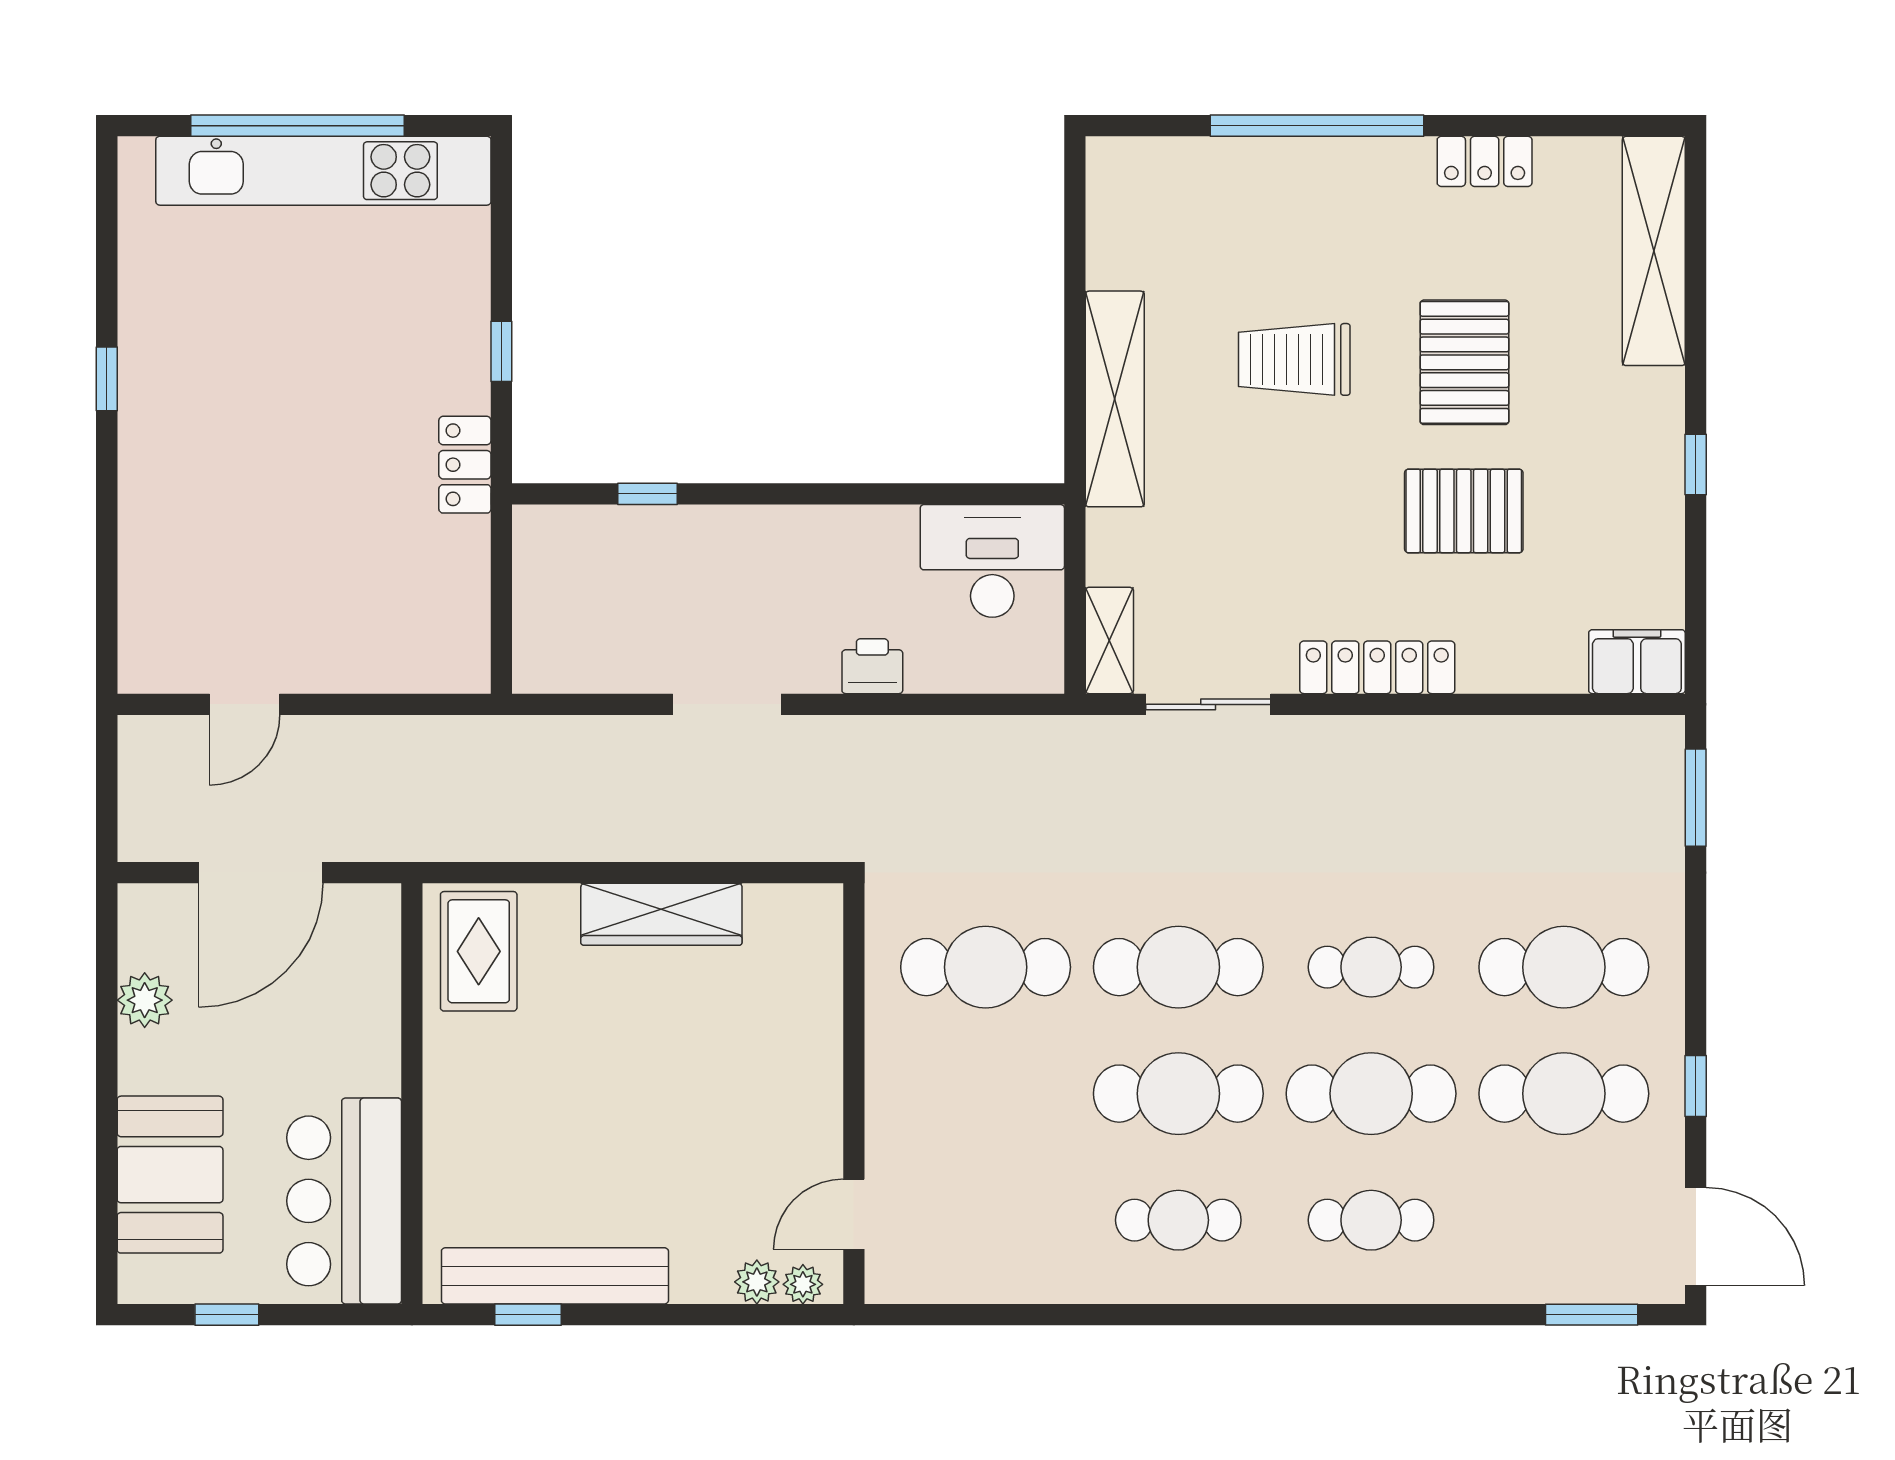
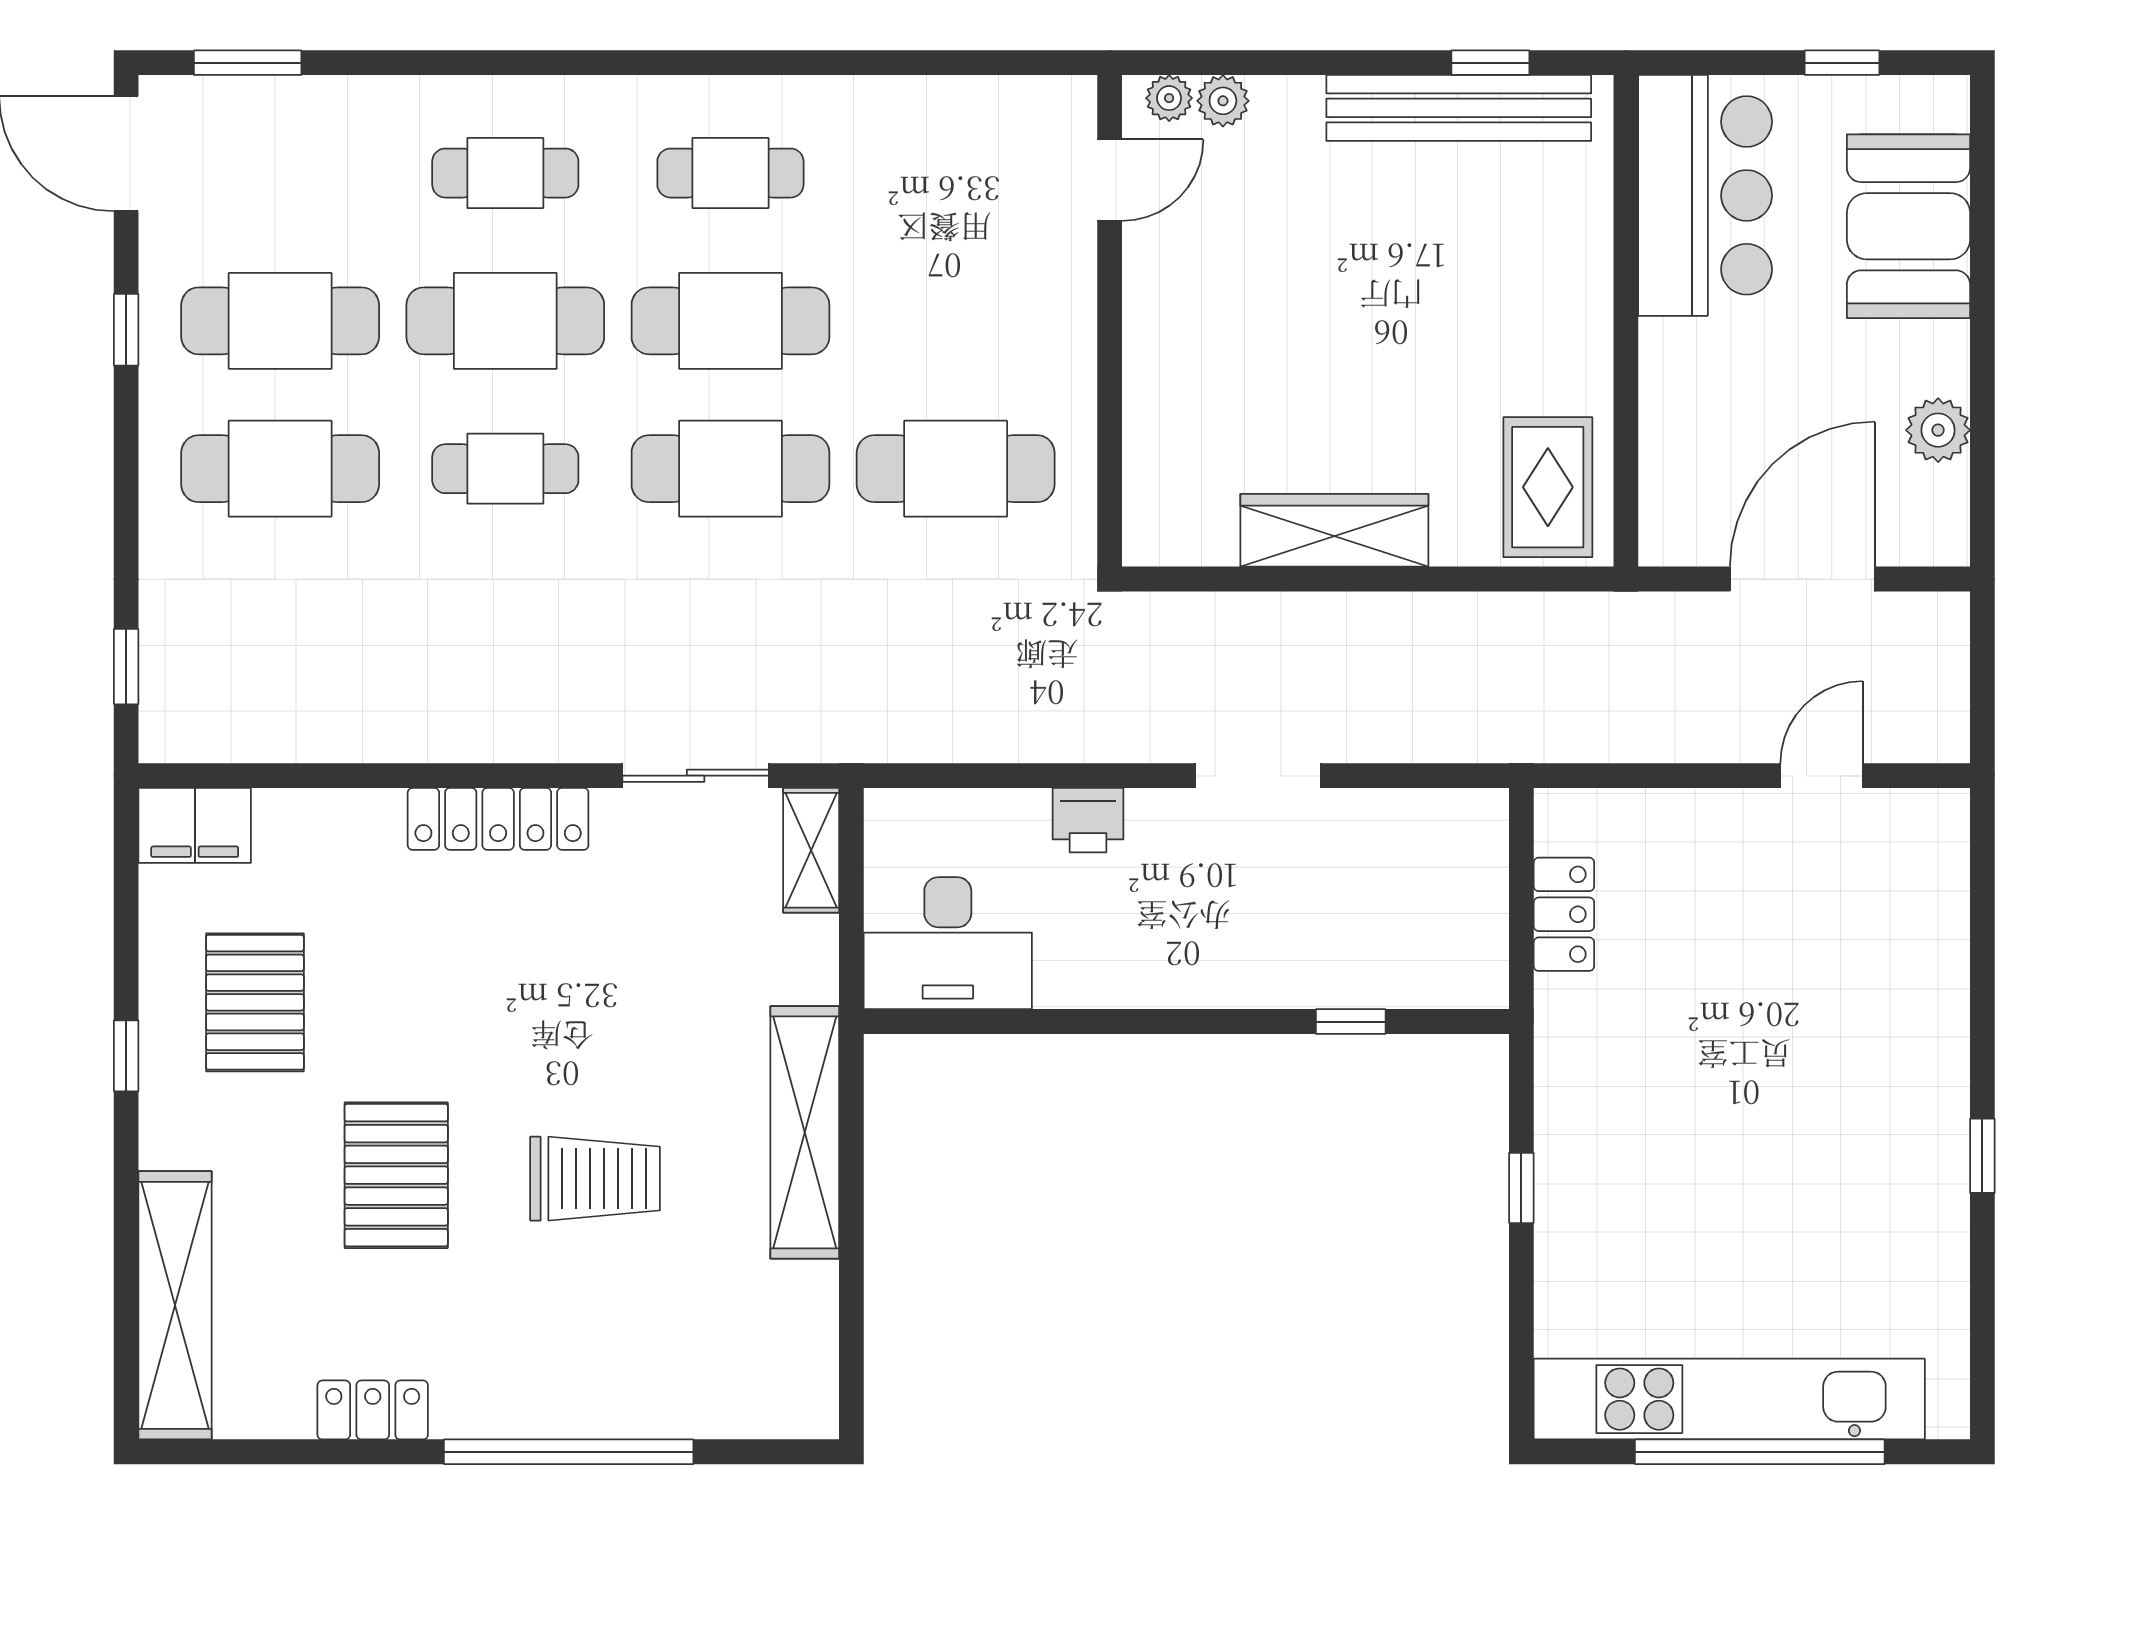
locker: (465, 465) -> (1564, 914), moved
pallet: (1464, 511) -> (255, 1002), moved, turned 90
window: (1696, 798) -> (126, 667), width x0.67

